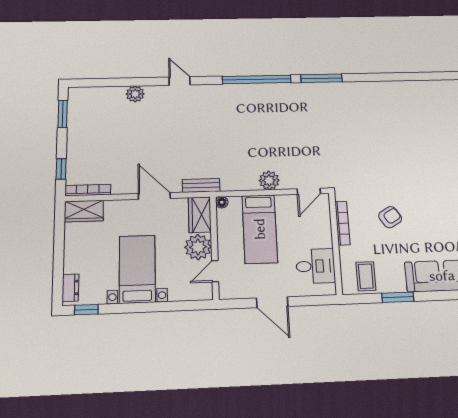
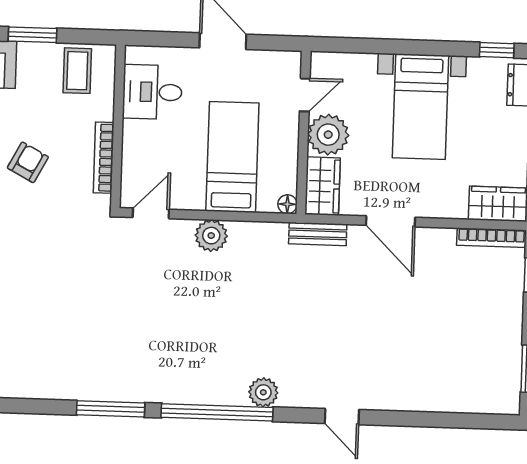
plant: (135, 94) -> (263, 392), moved
armchair: (390, 217) -> (28, 162), turned 150

